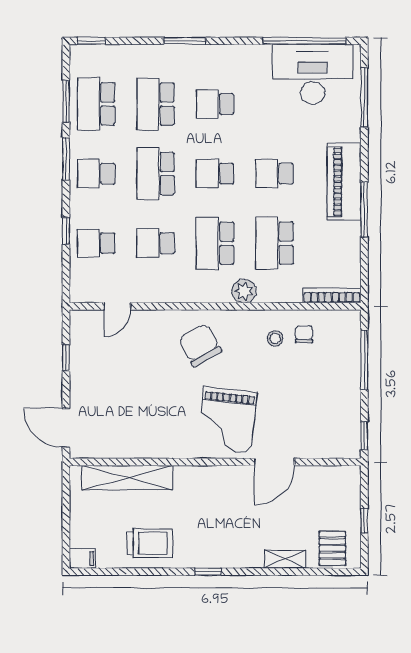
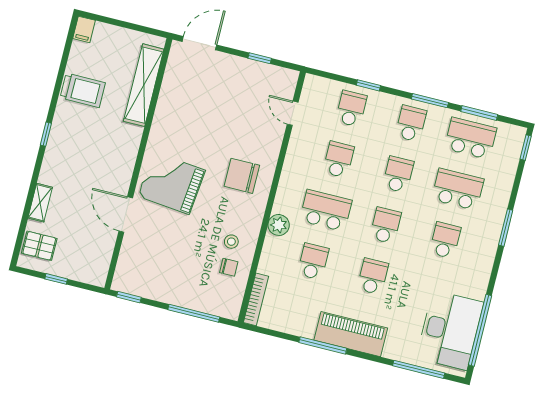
school desk: (156, 174) -> (398, 174), width x0.54
school desk: (275, 243) -> (313, 261), width x0.54
chair: (200, 345) -> (242, 176), turned -151
trolley: (150, 543) -> (83, 90), turned -90

